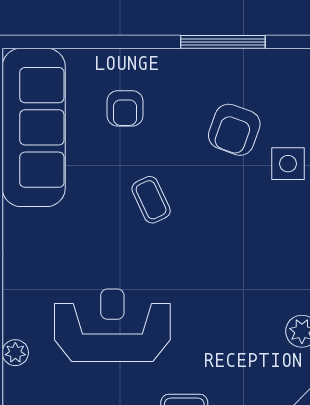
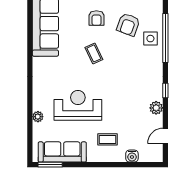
armchair: (125, 108) -> (96, 18), moved

